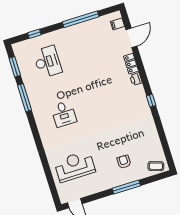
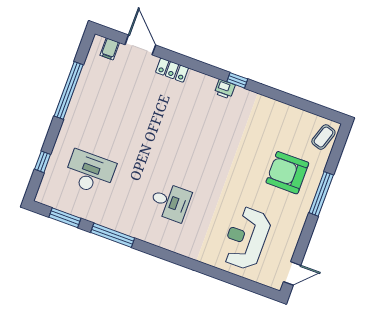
printer: (136, 79) -> (225, 89), moved
armchair: (124, 162) -> (287, 173), width x1.88, depth x1.88

